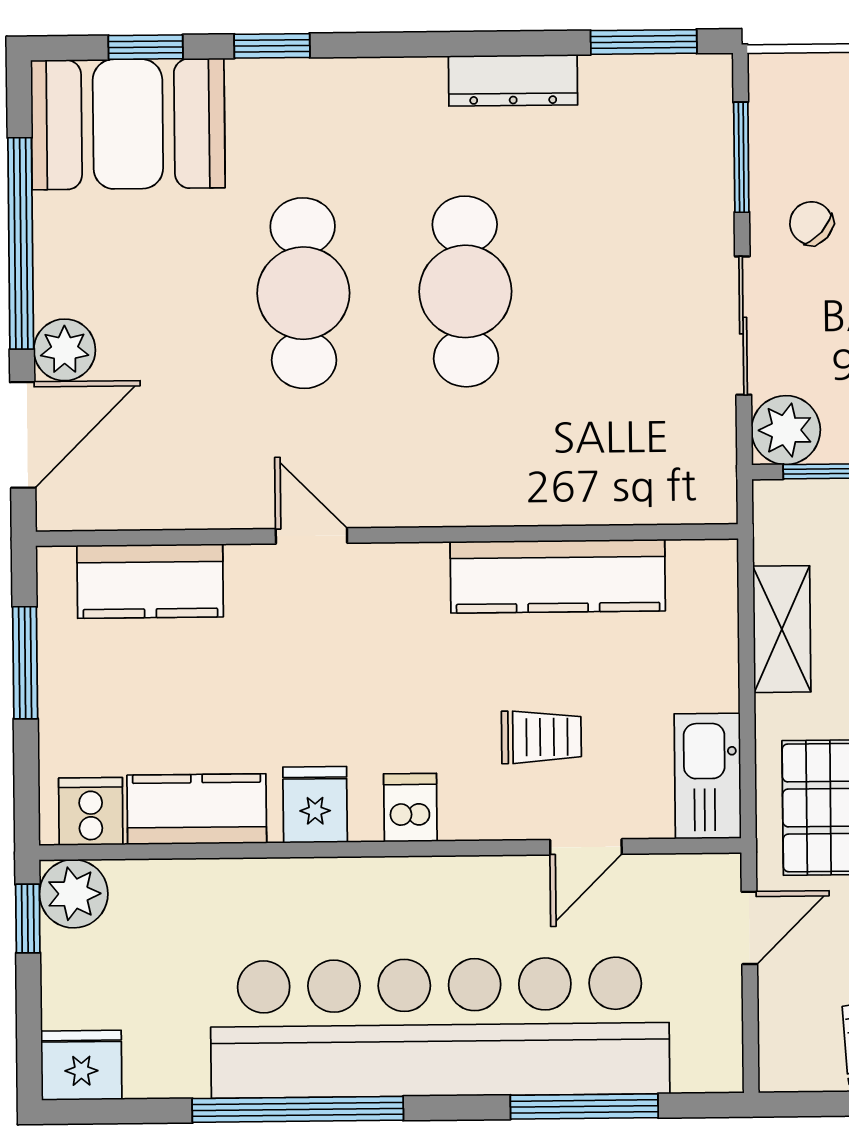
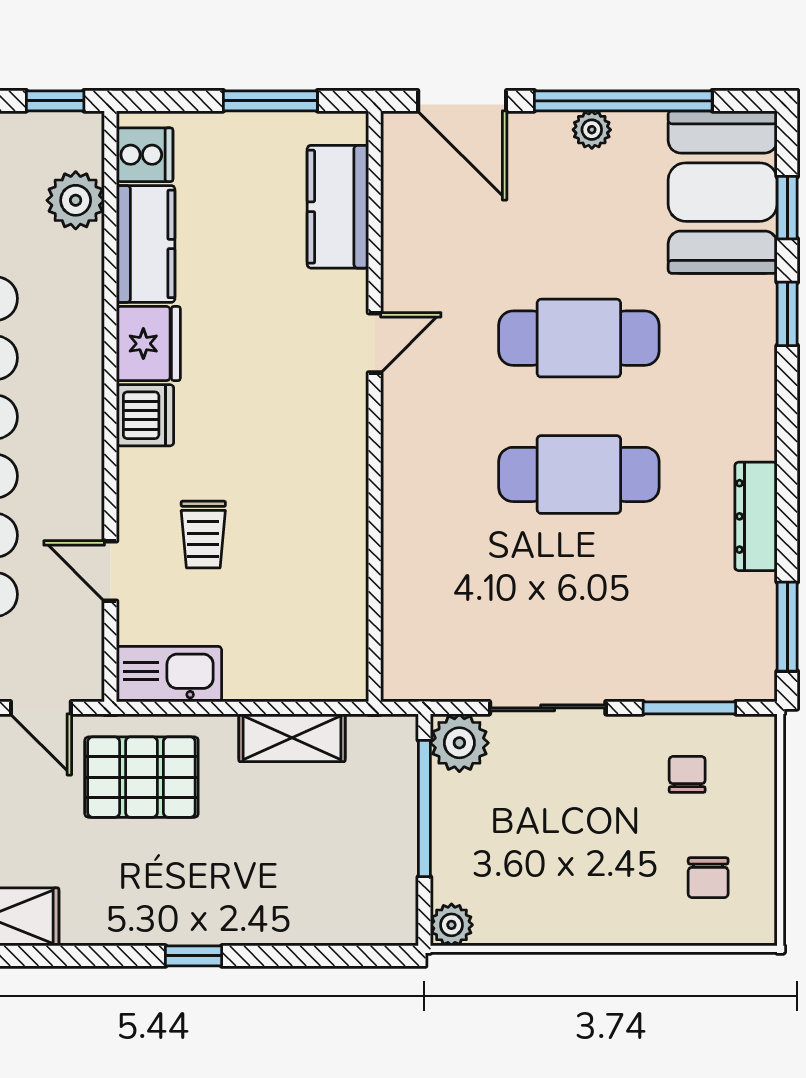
chair: (811, 223) -> (687, 774), moved, turned -42
plant: (65, 350) -> (592, 130), moved, width x0.73, depth x0.73
kitchen counter: (558, 576) -> (338, 550), removed
fridge: (315, 805) -> (148, 344), width x1.38
dishwasher: (410, 808) -> (145, 415), width x1.38
plant: (74, 894) -> (76, 200), moved

